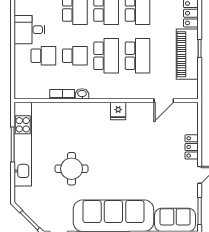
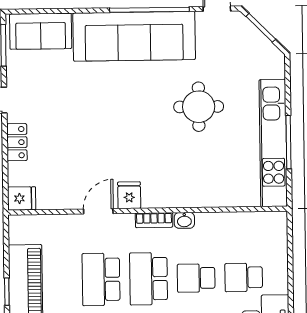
bookcase: (62, 94) -> (154, 220), moved
door: (164, 101) -> (98, 211), moved
fridge: (189, 110) -> (22, 198), added

